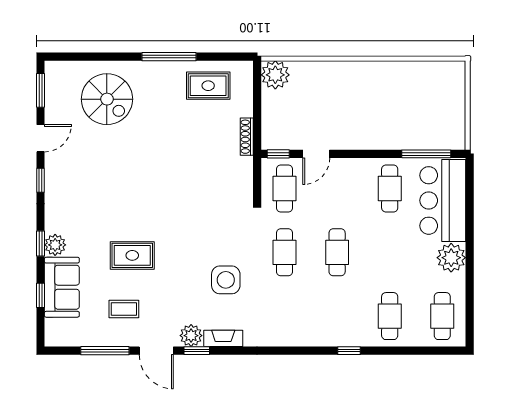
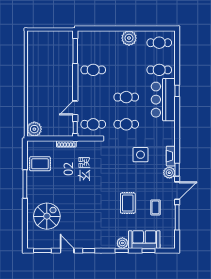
rug: (208, 86) -> (40, 164), turned 90
door: (316, 154) -> (75, 108), swing flipped
bar counter: (443, 200) -> (163, 100), moved, turned 90

